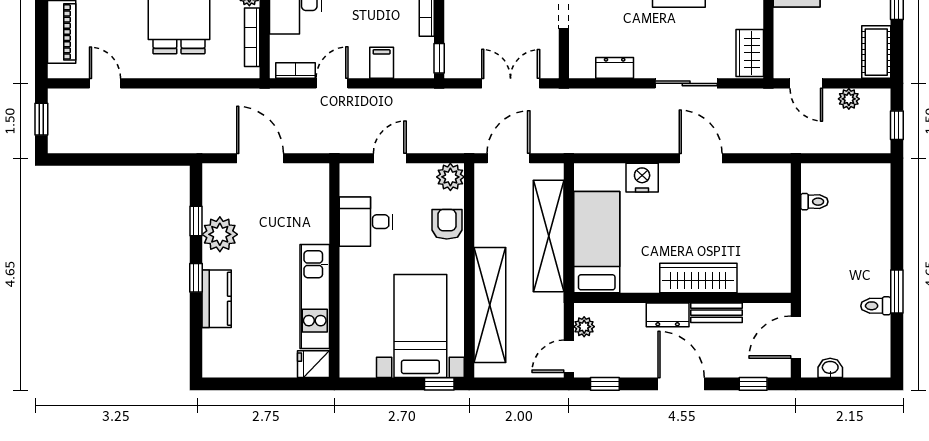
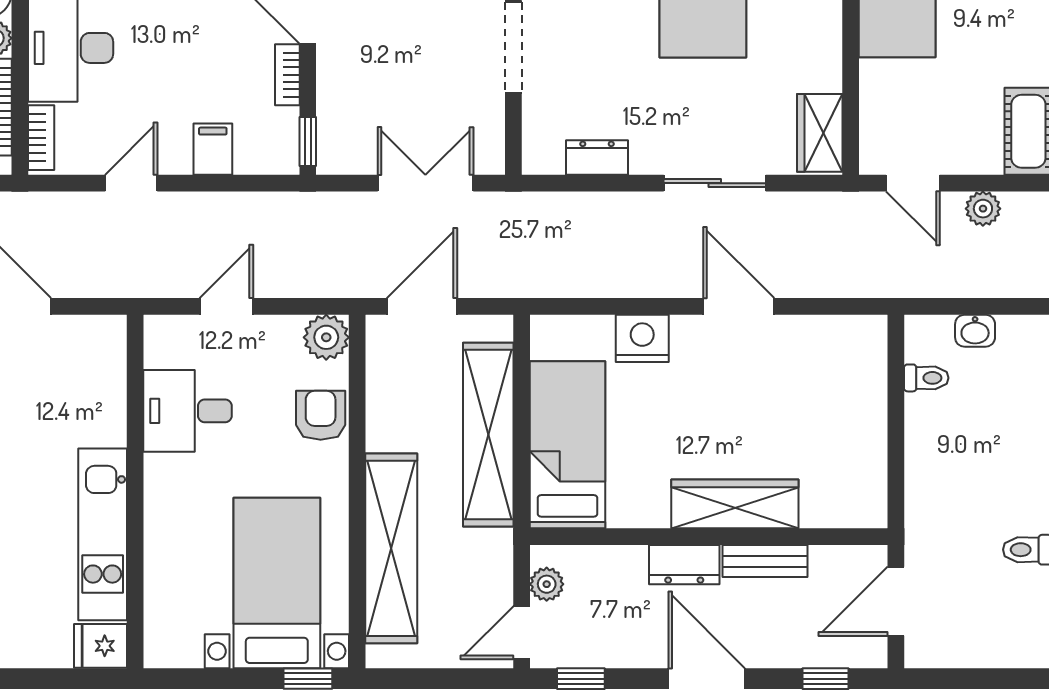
bookcase: (296, 71) -> (41, 138), moved, turned 90
washbasin: (830, 368) -> (975, 331), moved, turned 180

